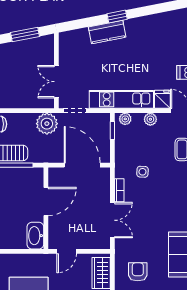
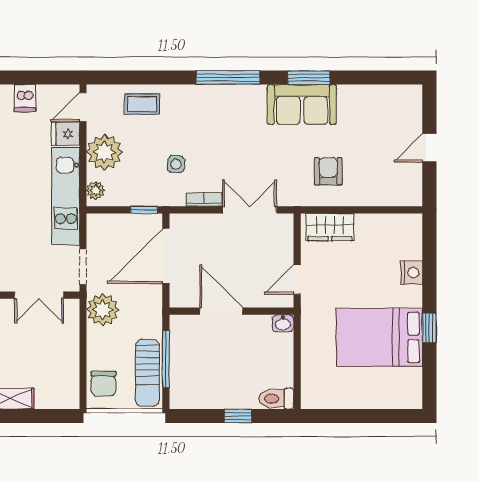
plant: (150, 119) -> (104, 152), width x1.87, depth x1.87
window: (112, 130) -> (144, 210), moved
washbasin: (35, 236) -> (283, 323), width x0.52, depth x0.69
door: (67, 251) -> (297, 280), swing flipped
armchair: (138, 272) -> (328, 171), turned 90

